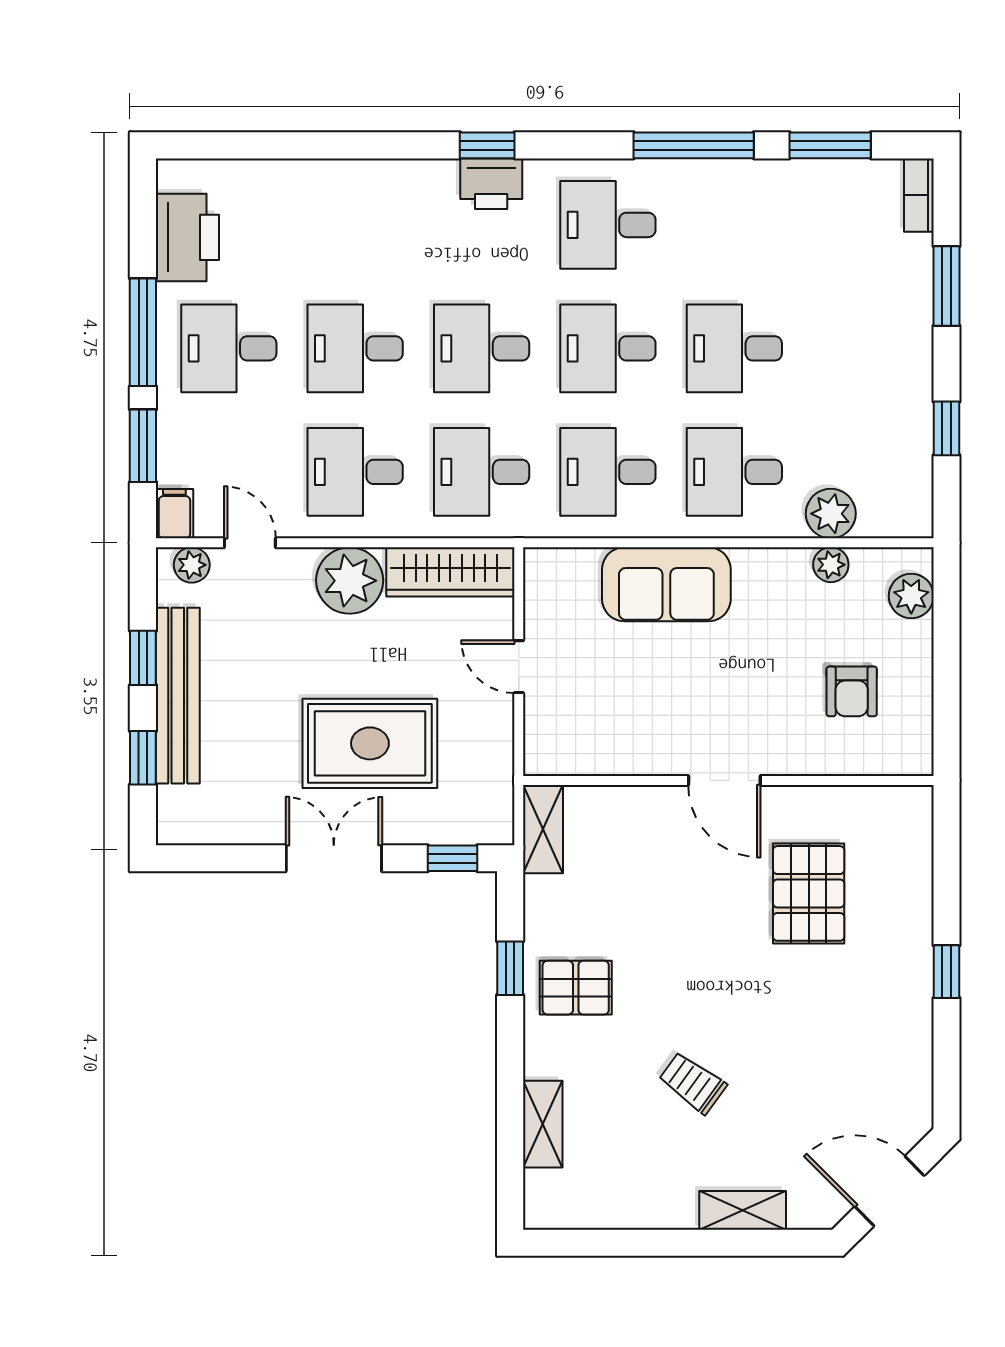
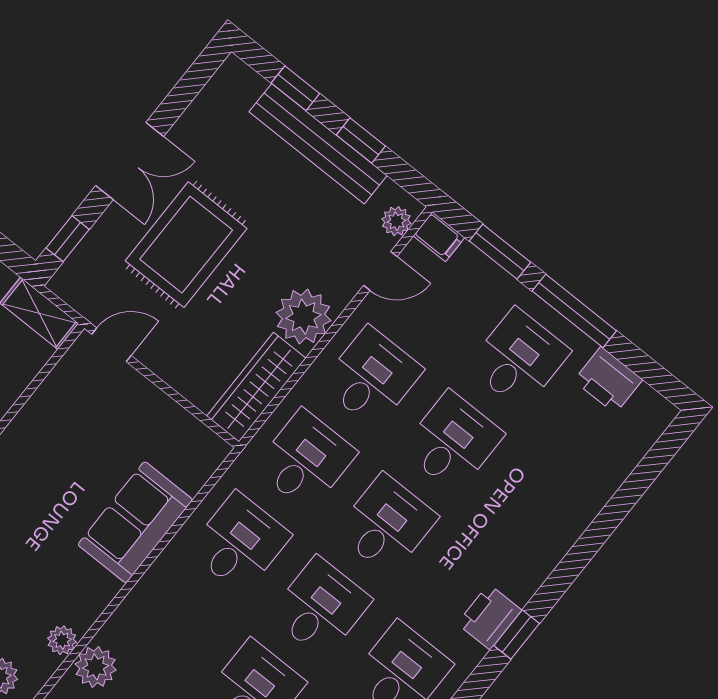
printer: (187, 237) -> (608, 380), width x0.73, depth x0.84
desk: (734, 472) -> (173, 626), removed
door: (519, 667) -> (111, 345), moved

